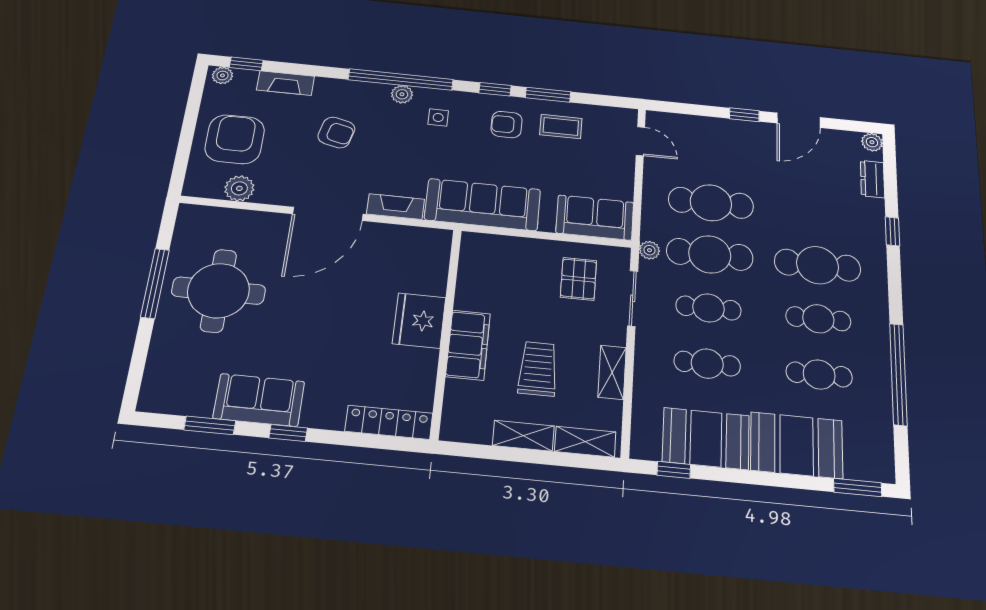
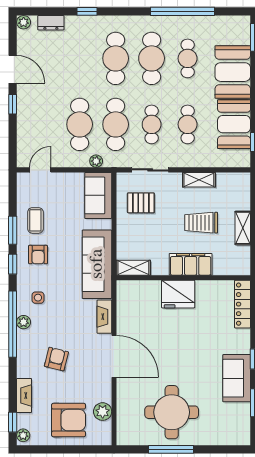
armchair: (235, 139) -> (69, 420), turned 180
plant: (649, 250) -> (96, 161), moved
cafe table: (818, 319) -> (152, 58), width x1.37, depth x1.35
shelving: (585, 442) -> (133, 268), moved, turned 90

